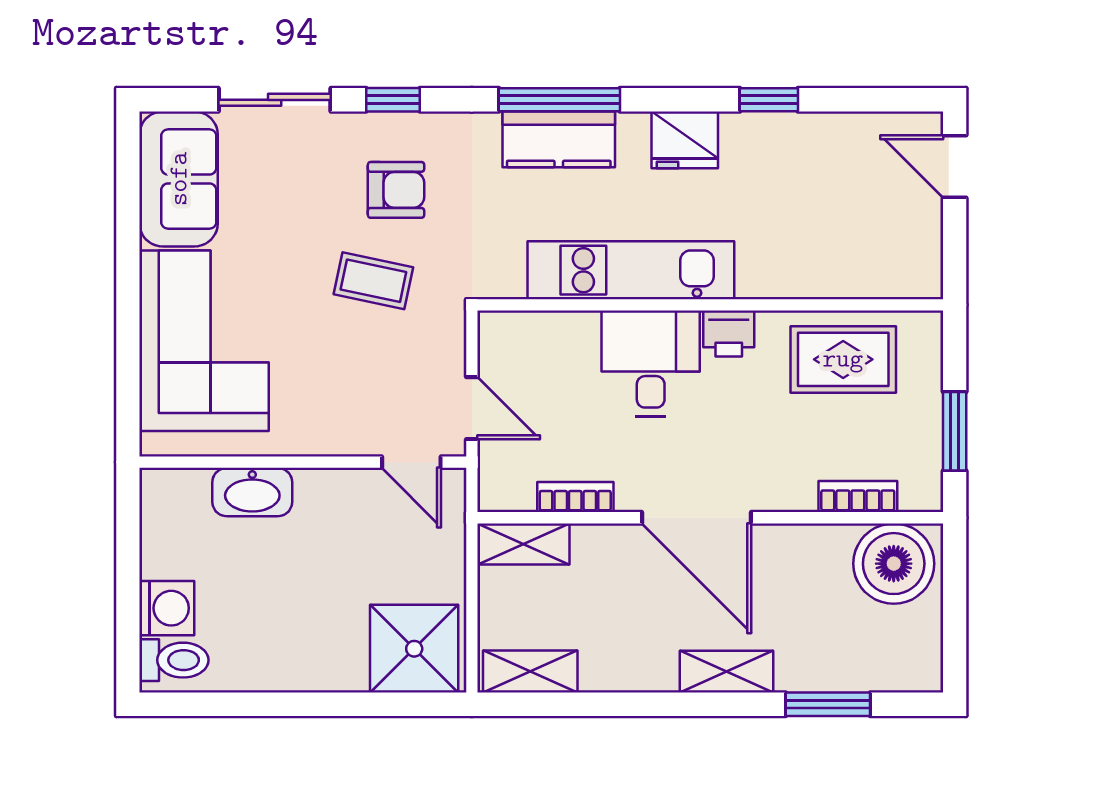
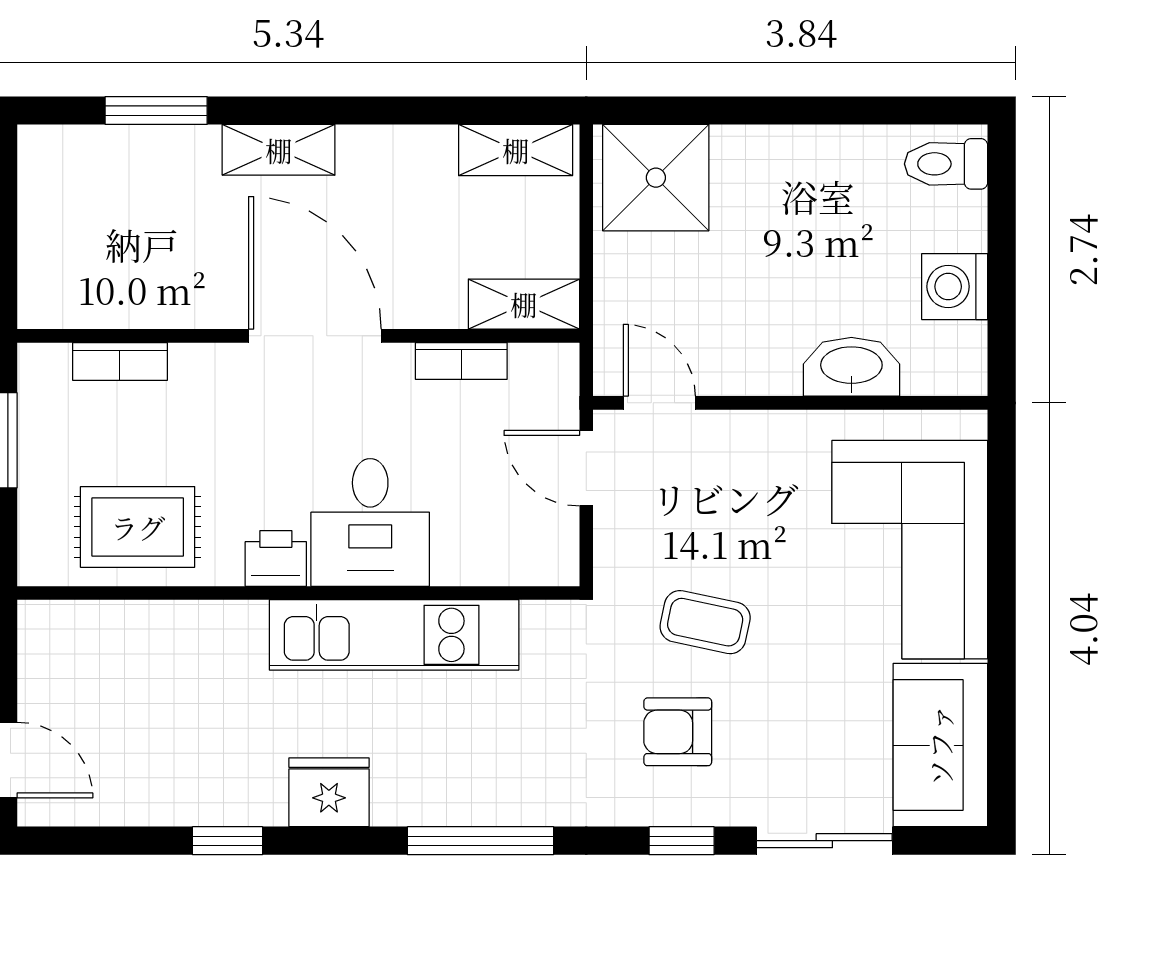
kitchen counter: (559, 139) -> (481, 793), removed
boiler: (894, 564) -> (77, 280), removed
washing machine: (167, 608) -> (955, 287), moved

